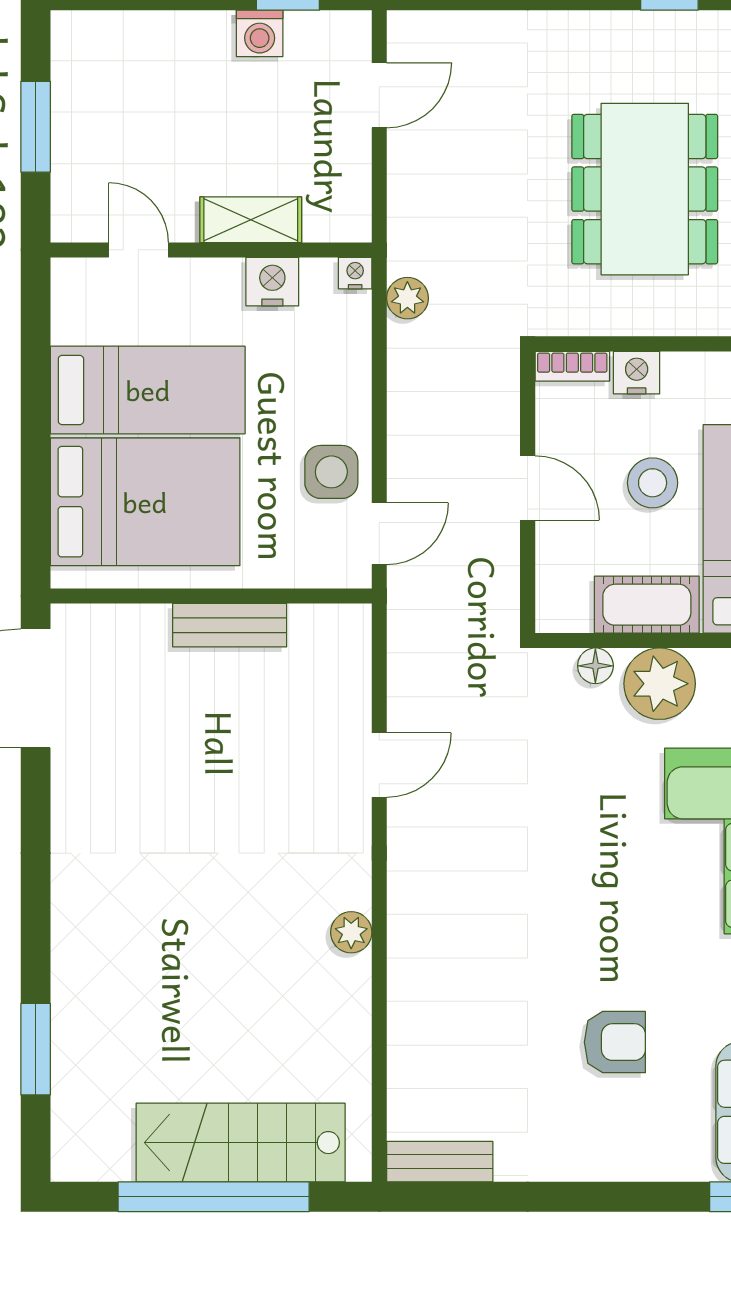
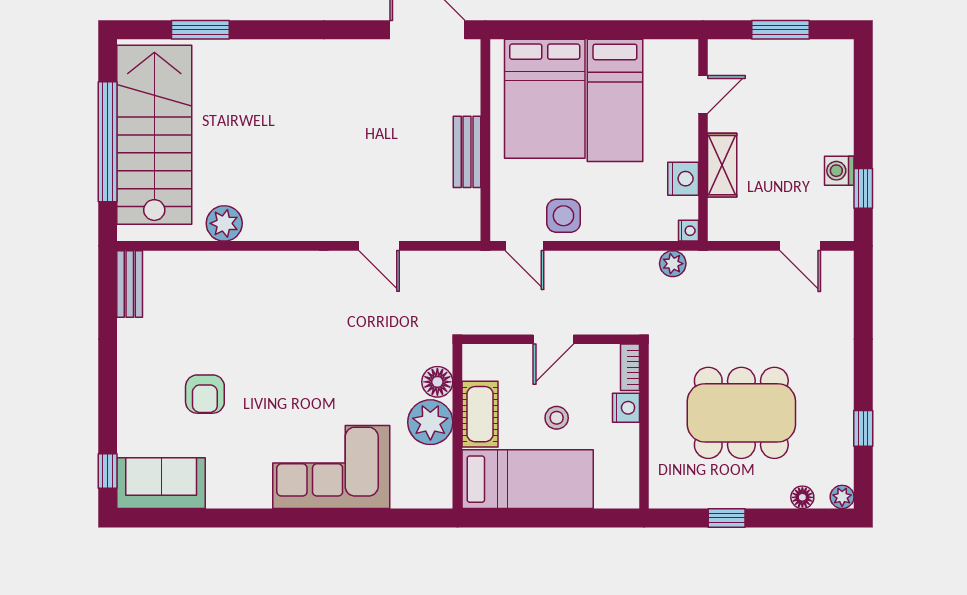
stool: (653, 483) -> (557, 418), width x0.73, depth x0.73
floor lamp: (595, 666) -> (437, 382), width x1.37, depth x1.37
plant: (351, 932) -> (224, 223), moved, width x1.38, depth x1.38
stairs: (241, 1143) -> (154, 135), width x1.36, depth x1.51

